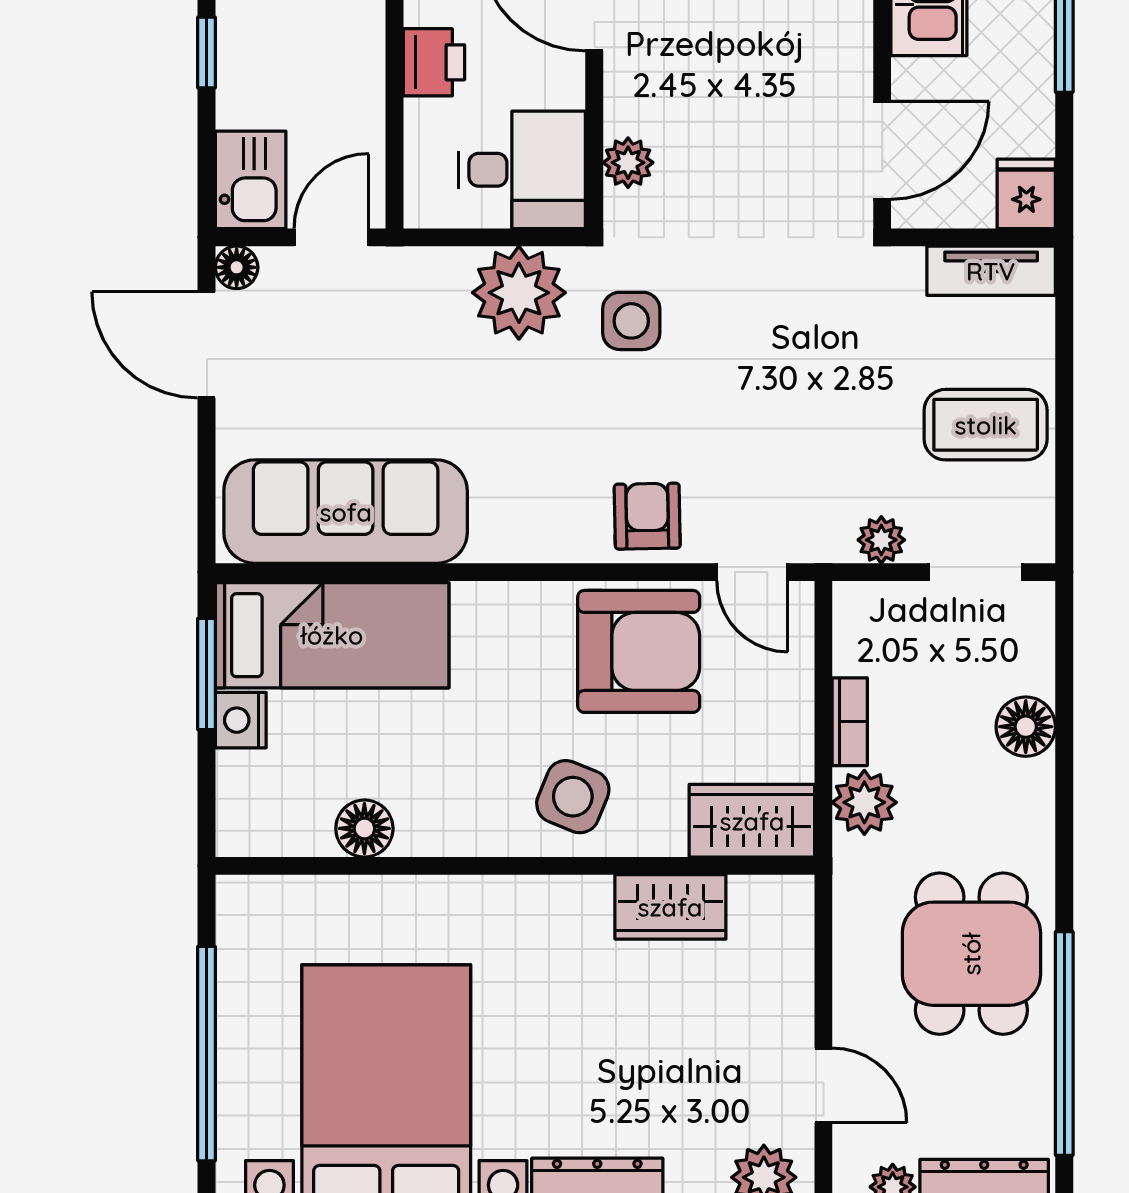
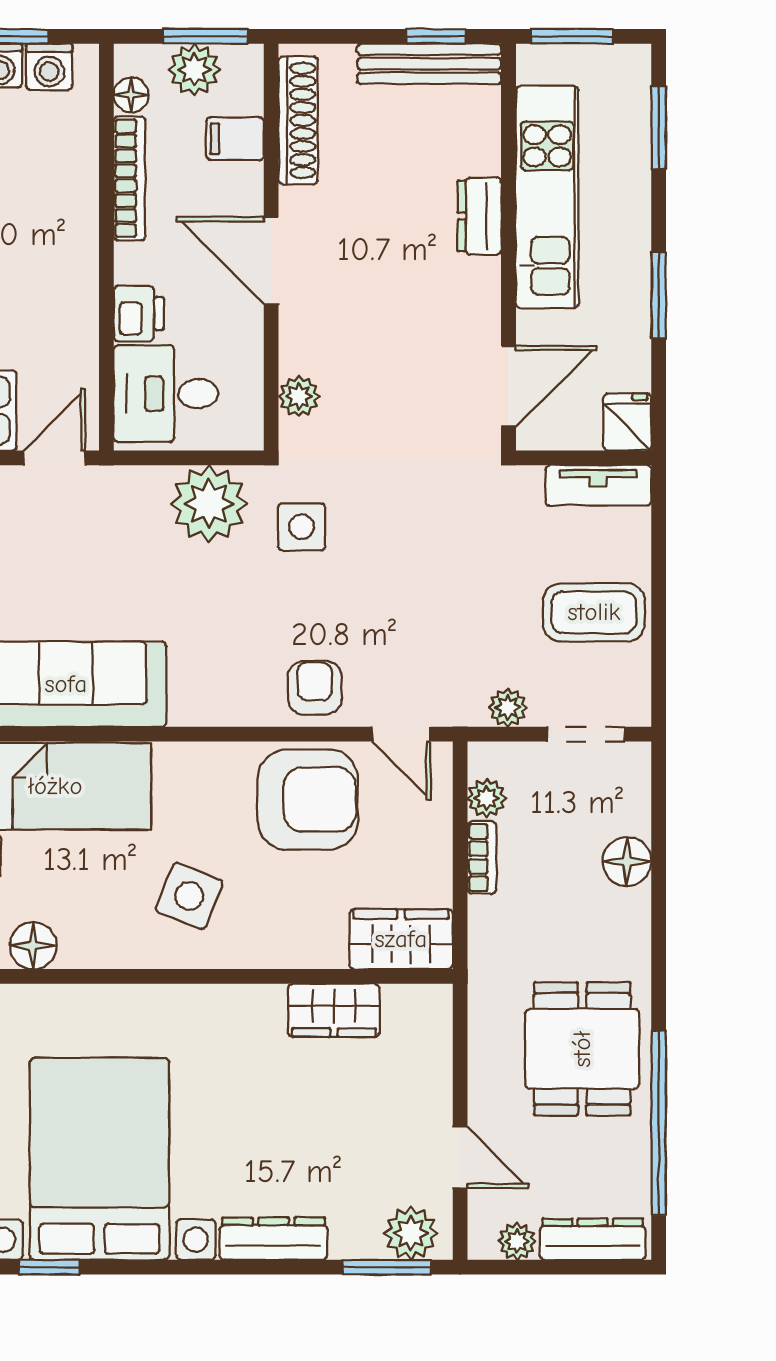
desk: (522, 170) -> (166, 394), moved, turned 180
side table: (573, 797) -> (189, 896), moved
plant: (864, 802) -> (487, 798), moved, width x0.73, depth x0.73
floor lamp: (364, 828) -> (33, 946), moved

